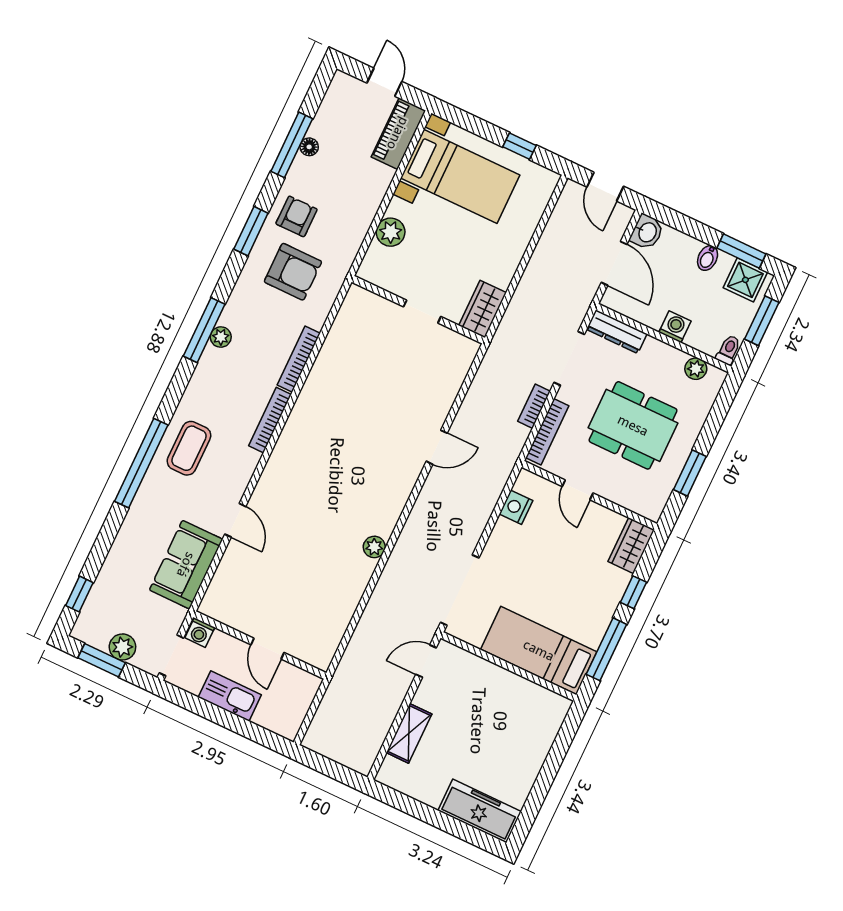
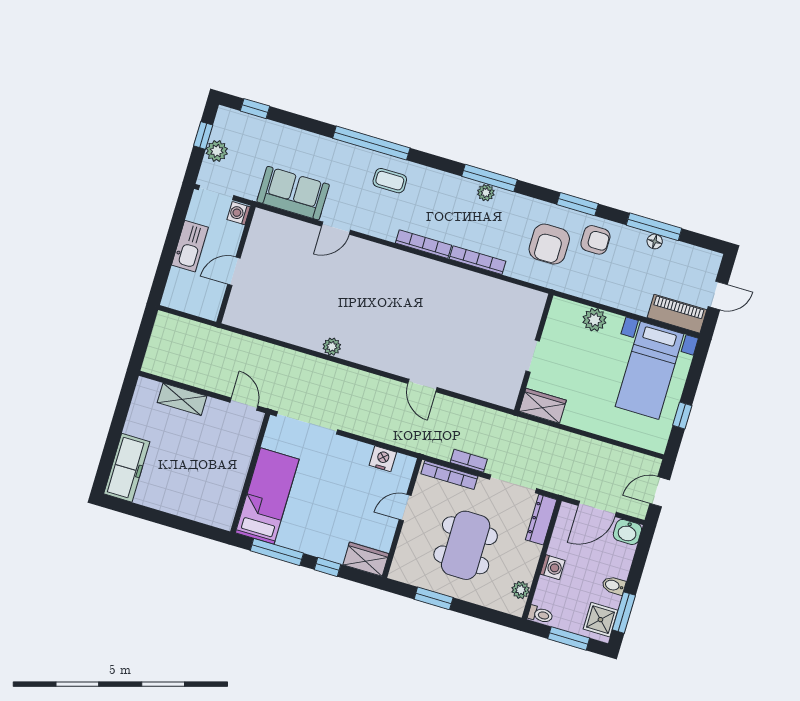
coffee table: (189, 448) -> (390, 181), width x0.73, depth x0.77
window: (102, 660) -> (203, 135), width x0.67

